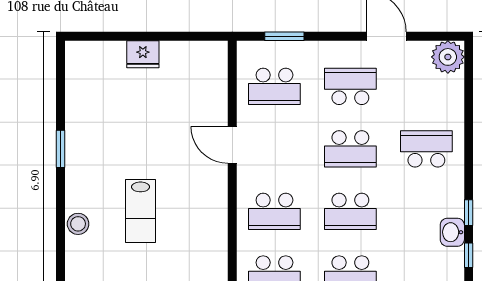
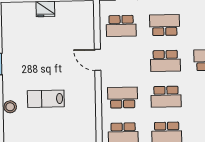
lab bench: (140, 211) -> (46, 99), turned 90
school desk: (274, 211) -> (123, 98), turned 180

